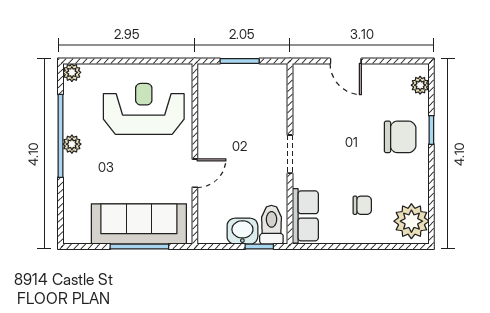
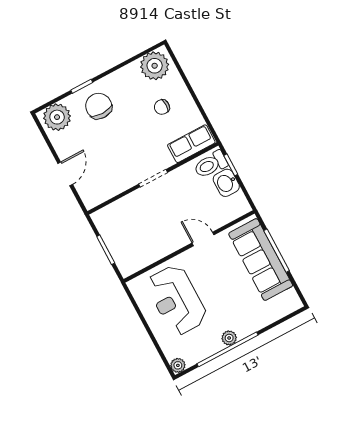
plant: (420, 85) -> (57, 117), width x1.87, depth x1.87
chair: (362, 205) -> (162, 107), turned -90

